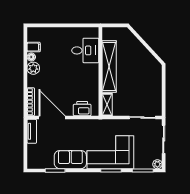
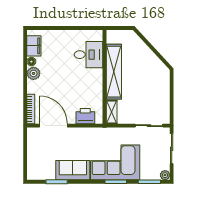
filing cabinet: (34, 47) -> (34, 46), width x2.00
tv unit: (32, 131) -> (32, 140), removed

